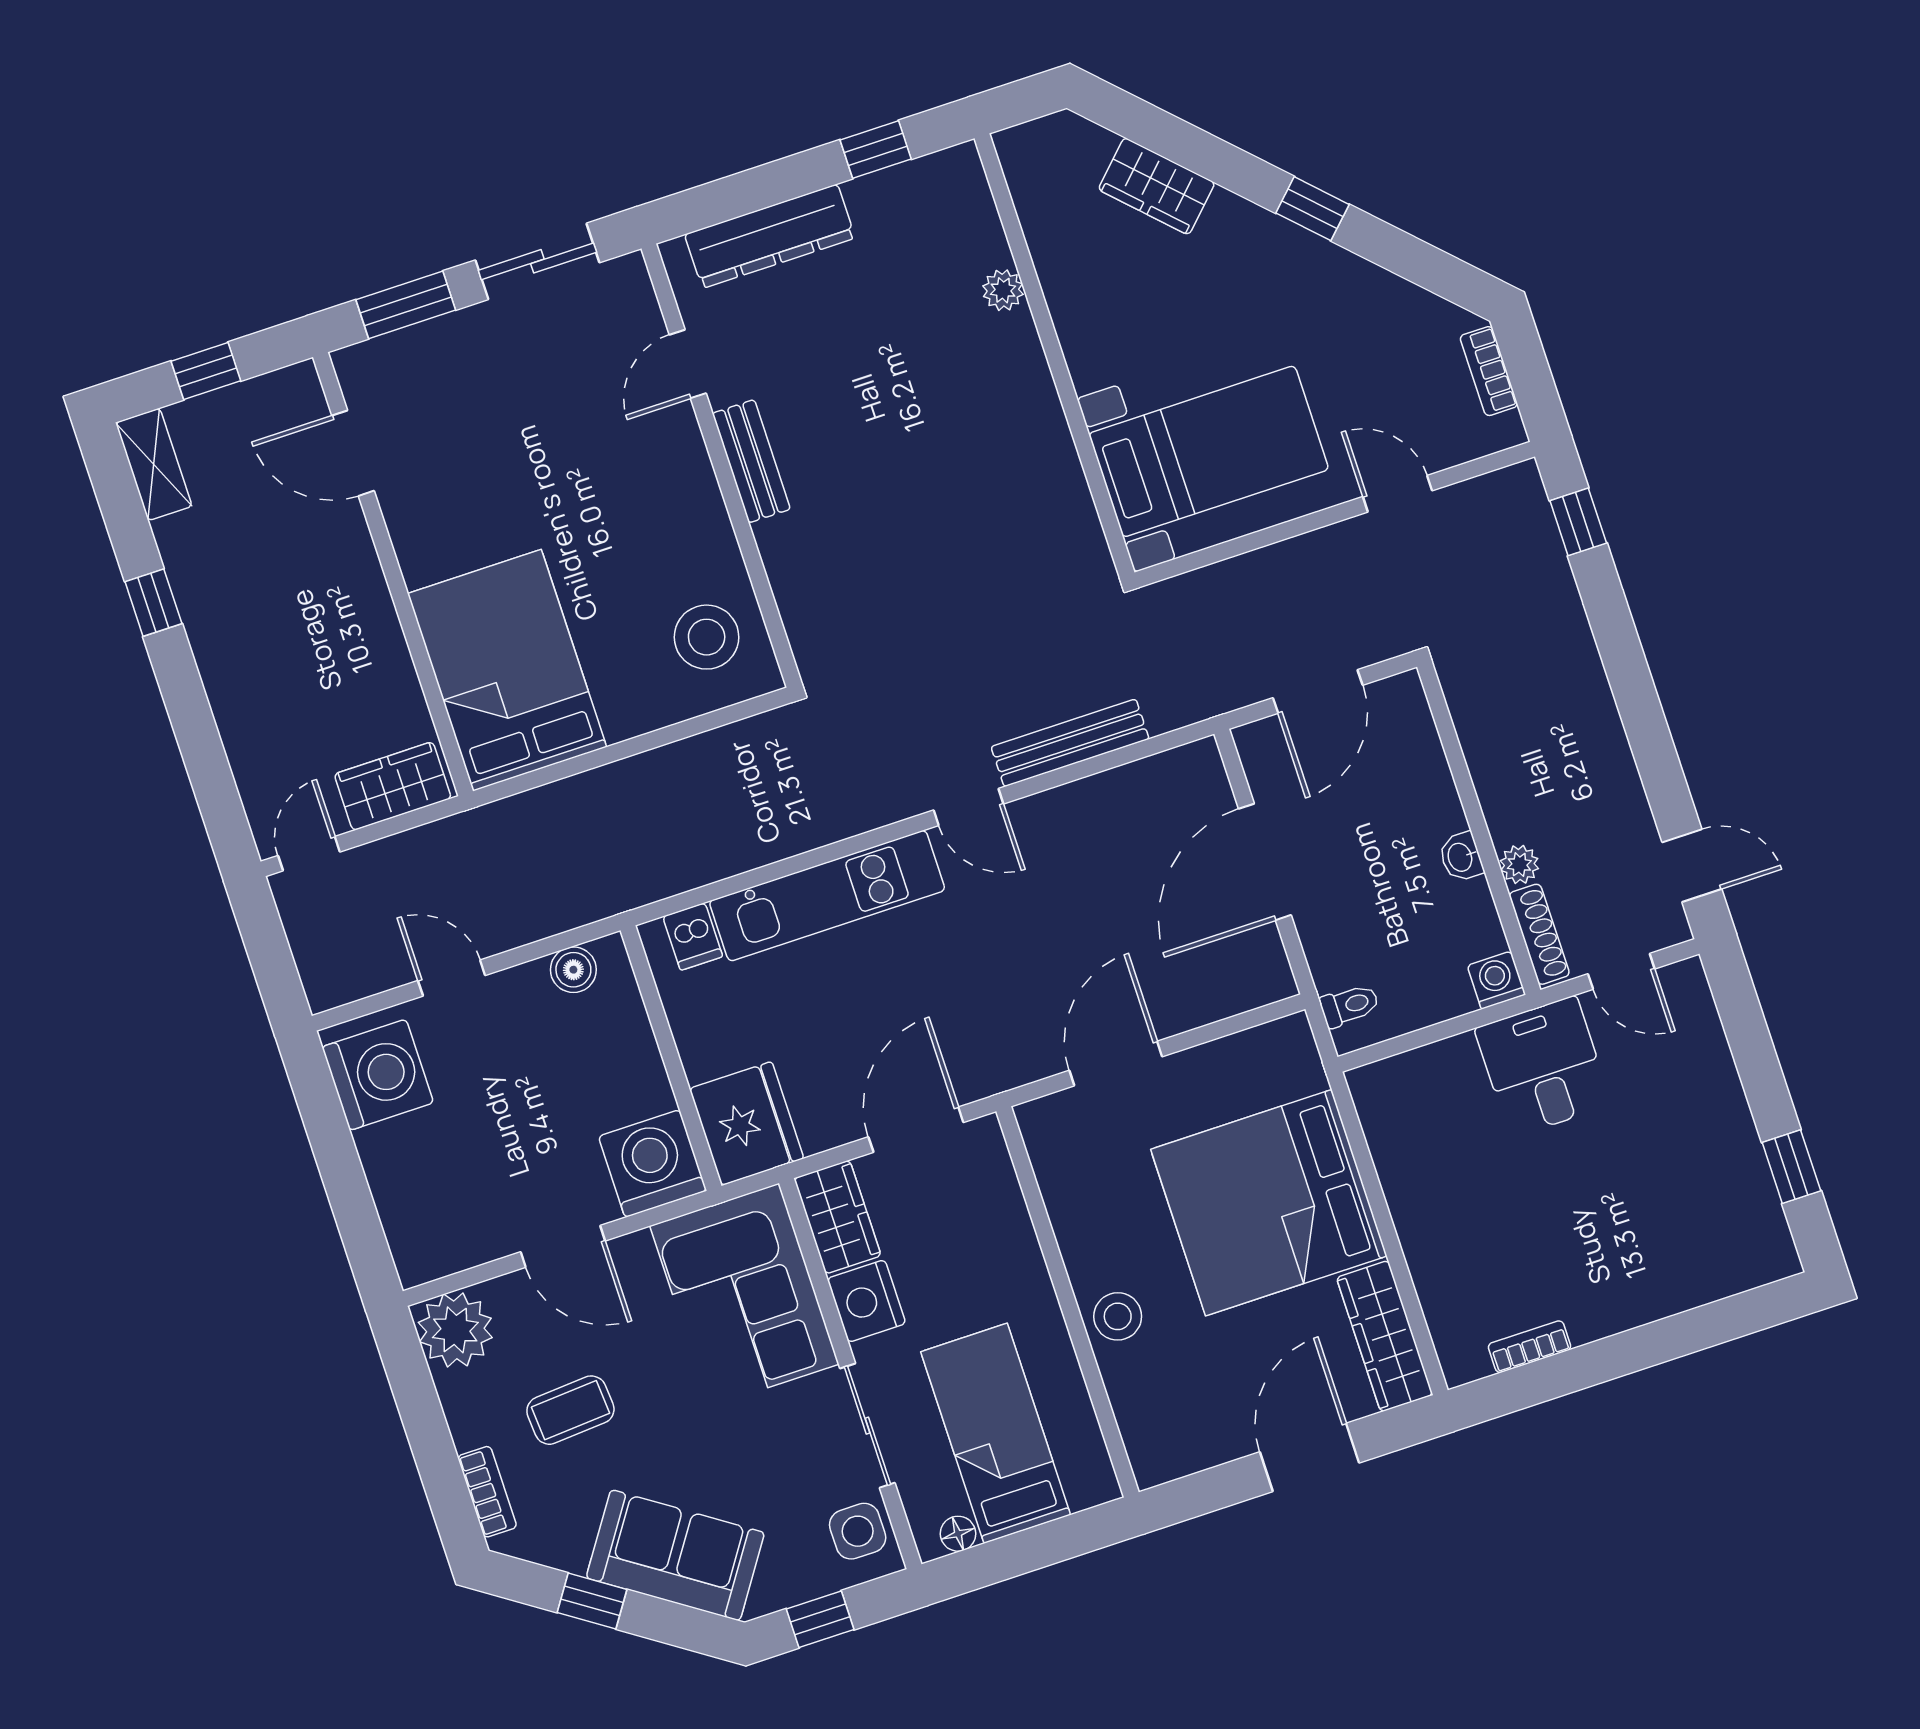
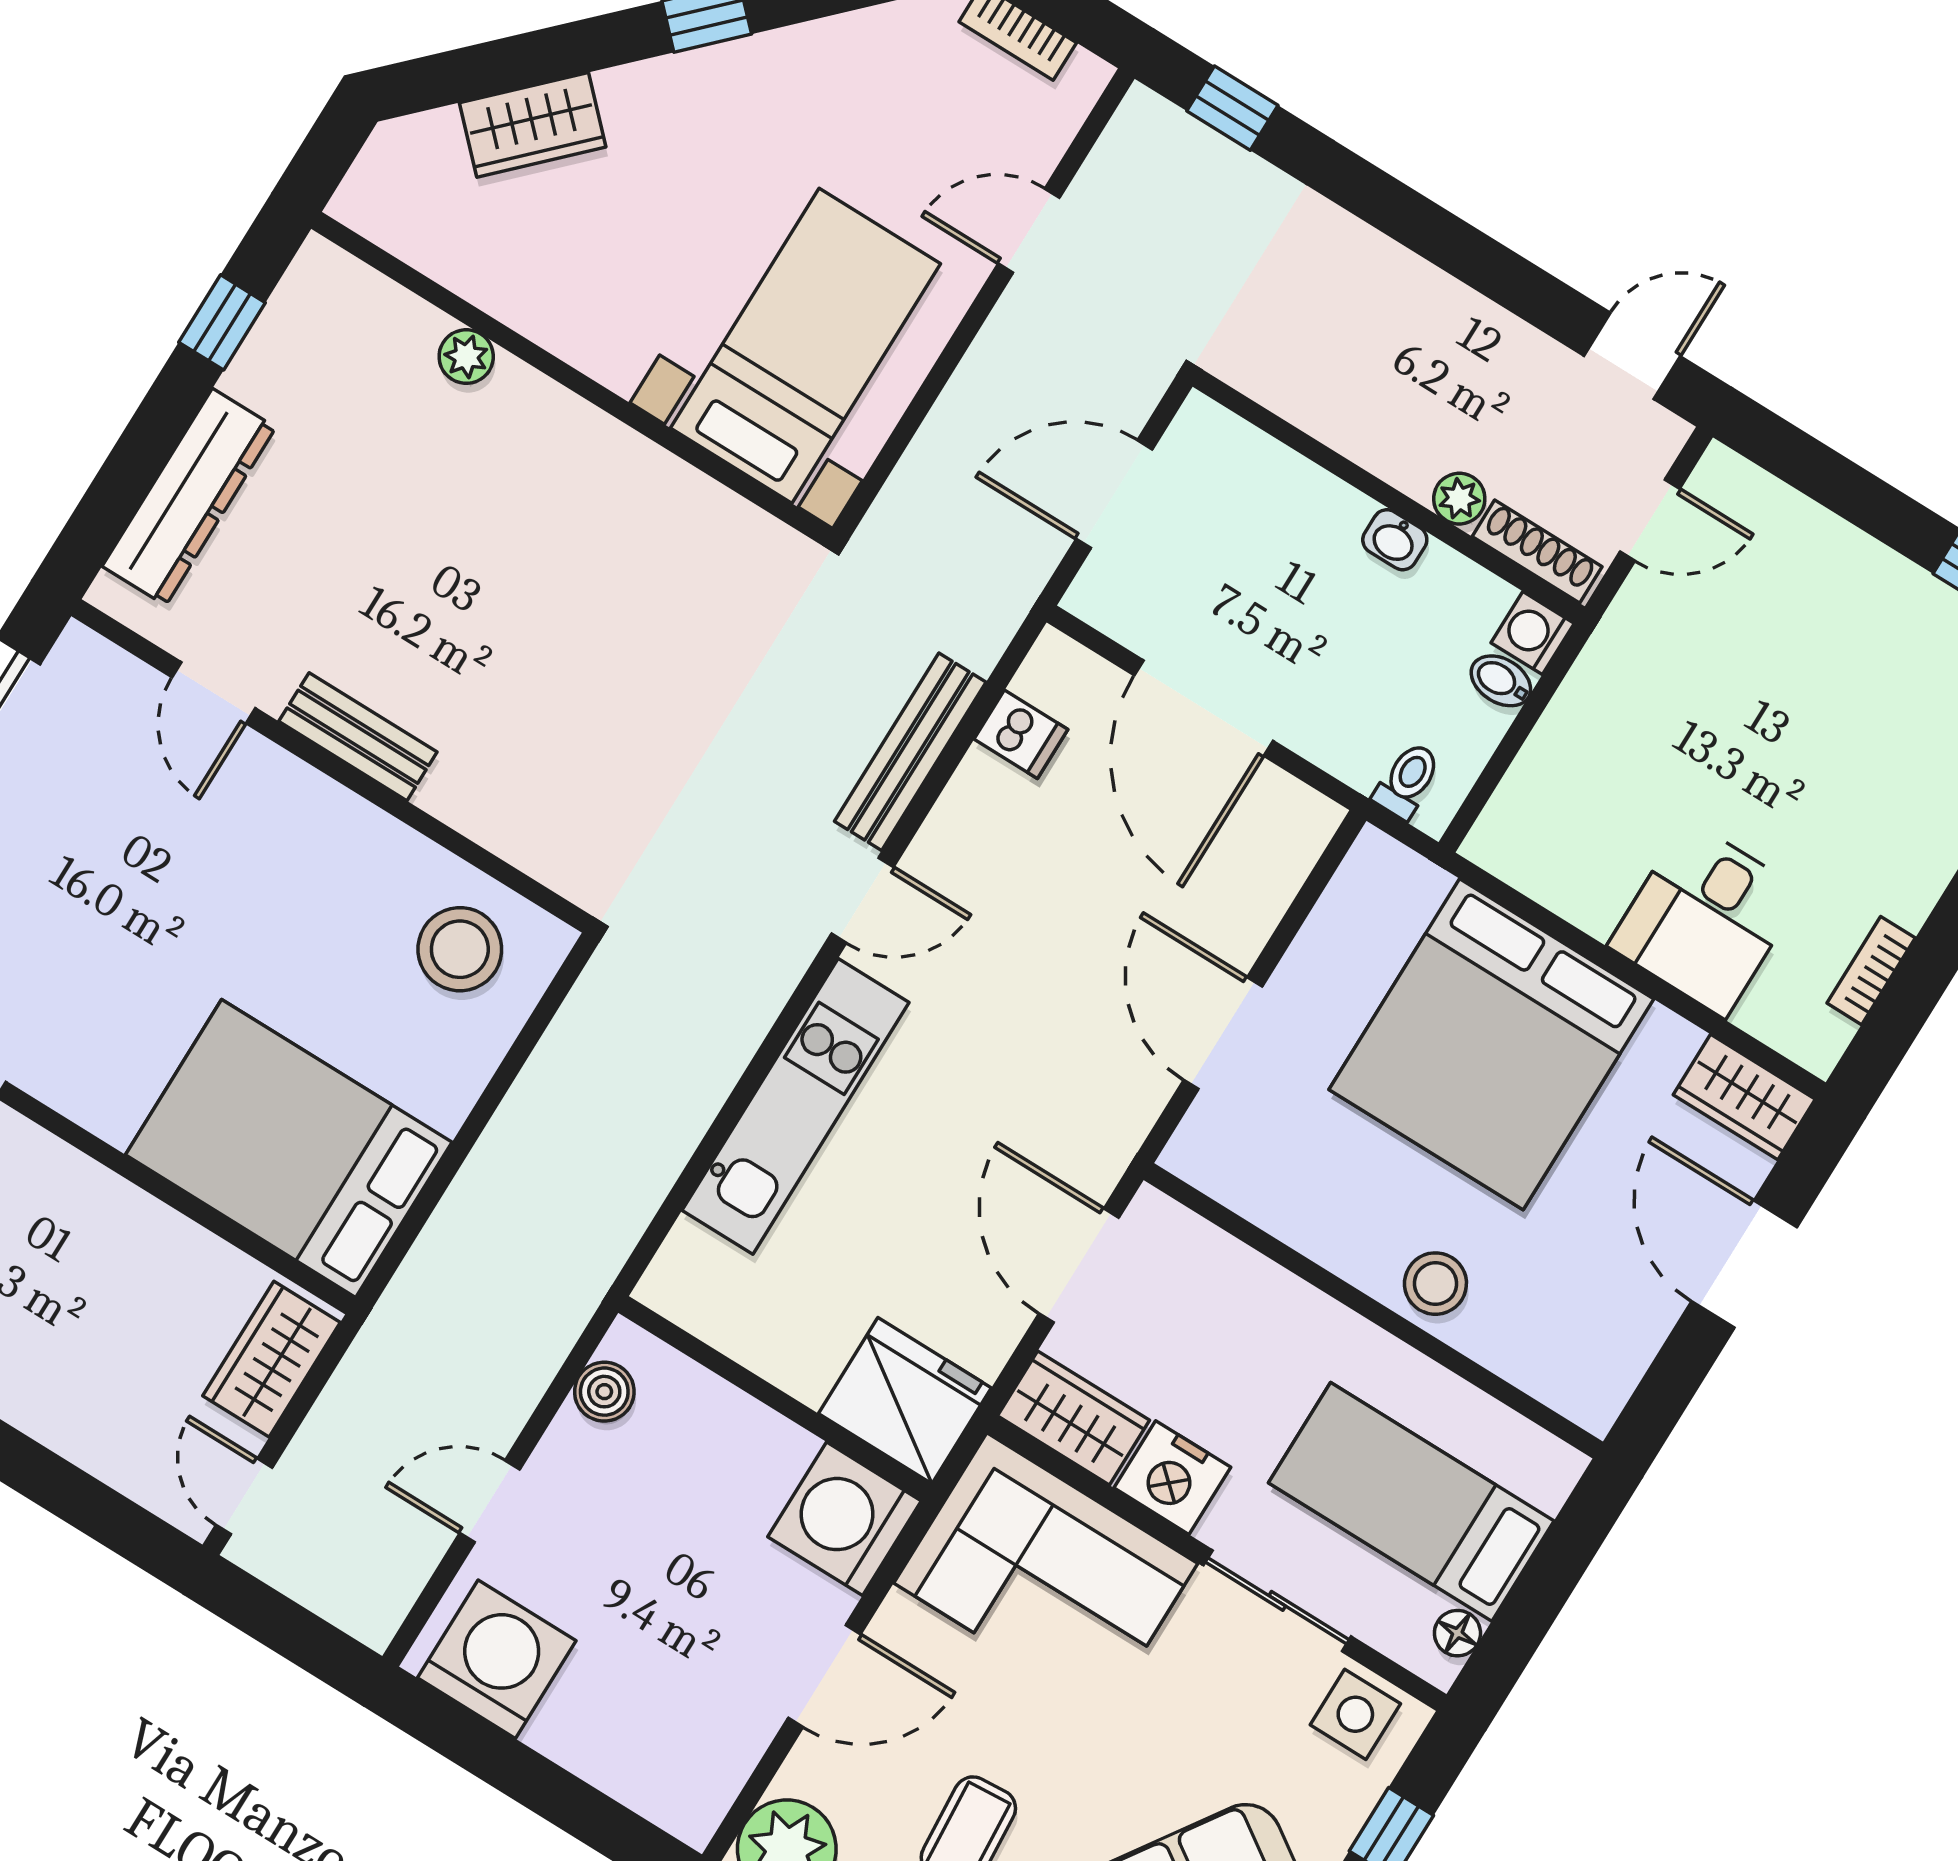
door: (1318, 691) -> (1114, 494), swing flipped
dishwasher: (693, 937) -> (1021, 734), moved
bidet: (1454, 993) -> (1501, 681), added
desk: (1543, 1067) -> (1706, 919), moved, turned -90
wardrobe: (1385, 1336) -> (1744, 1097), width x0.67

